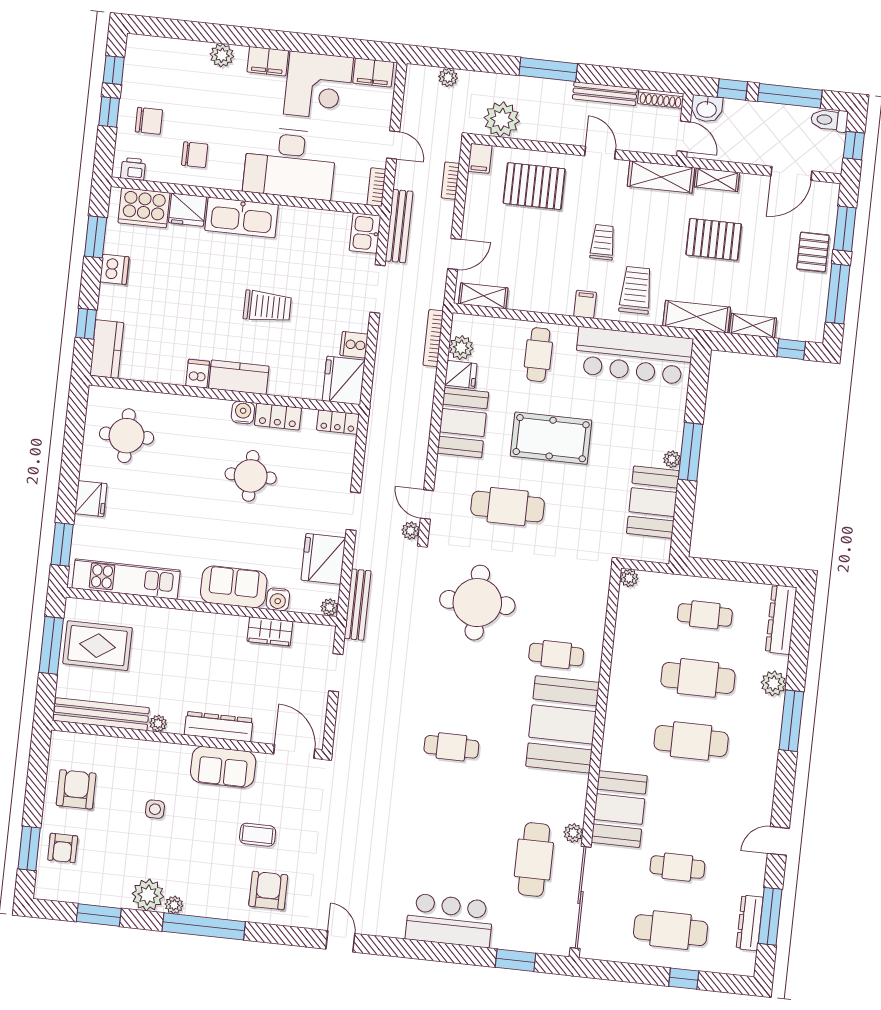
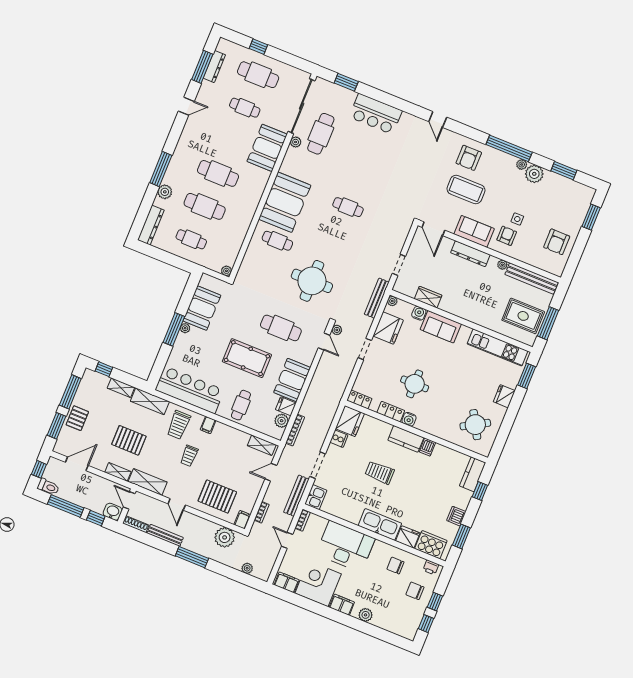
round table: (127, 436) -> (475, 425), turned -30
coffee table: (258, 835) -> (466, 190), width x1.86, depth x1.72
armchair: (63, 848) -> (507, 236), moved

